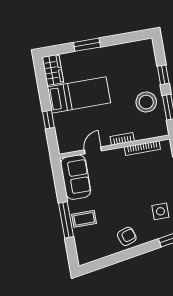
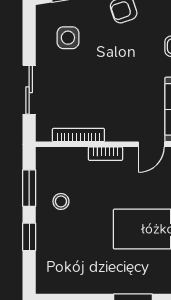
stool: (146, 102) -> (61, 201), width x0.53, depth x0.53

